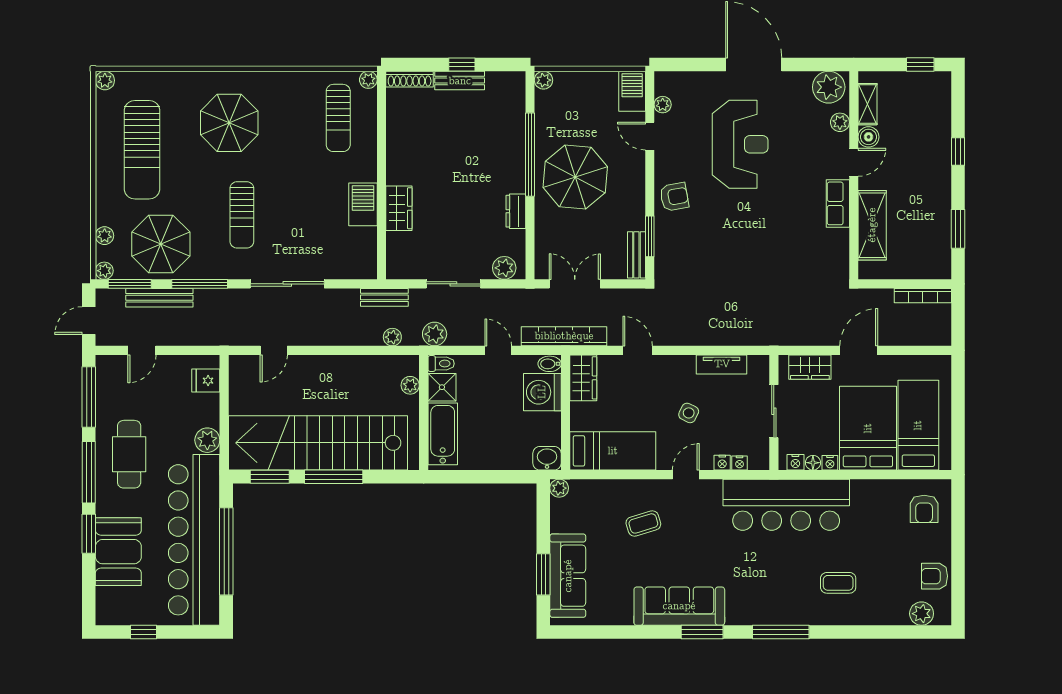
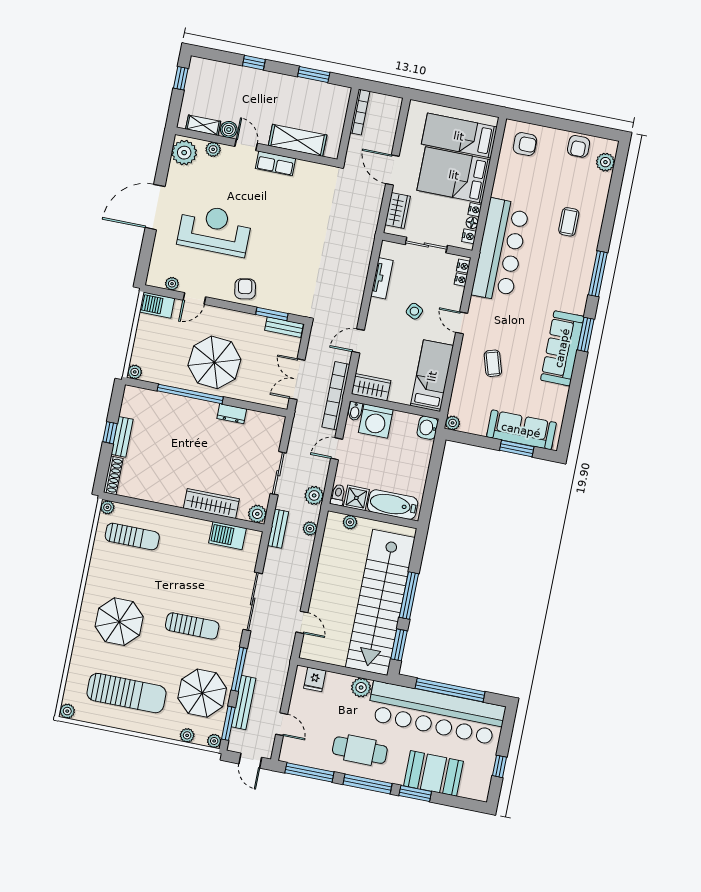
barbecue: (363, 204) -> (227, 536), moved
wardrobe: (399, 208) -> (211, 504), width x1.50
plant: (504, 268) -> (257, 514), moved
nightstand: (722, 463) -> (463, 266), moved

